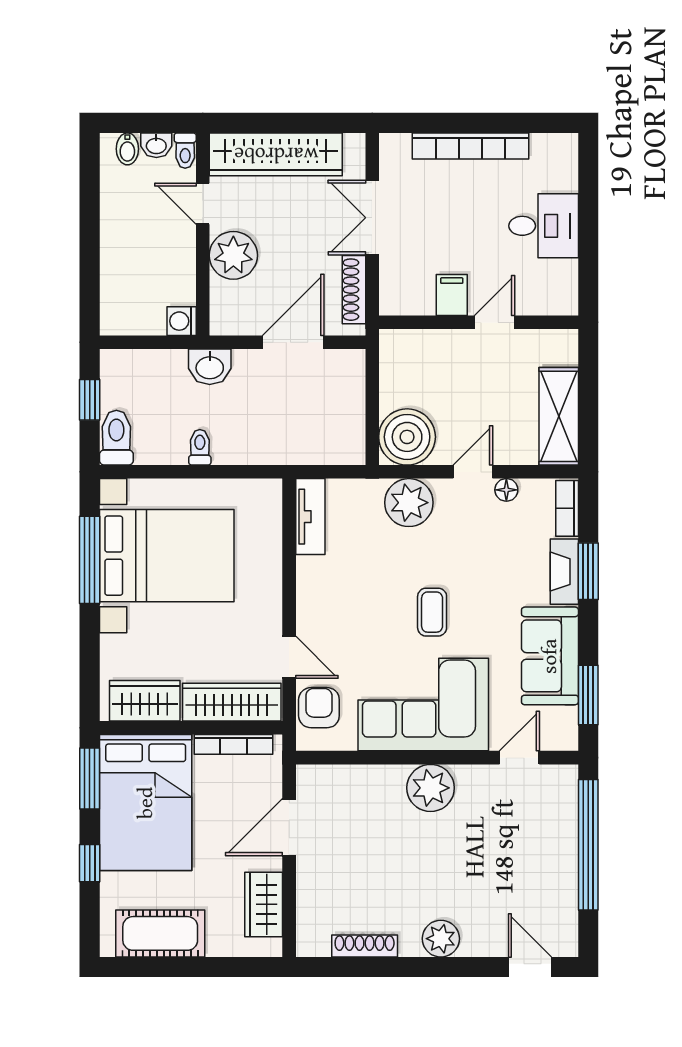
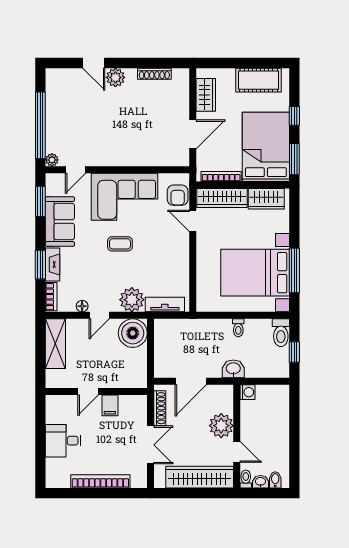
tv unit: (310, 517) -> (165, 305), moved, turned 90
coffee table: (432, 612) -> (120, 244), turned 90
plant: (431, 788) -> (52, 160), moved, width x0.53, depth x0.53
door: (530, 967) -> (94, 63), moved

